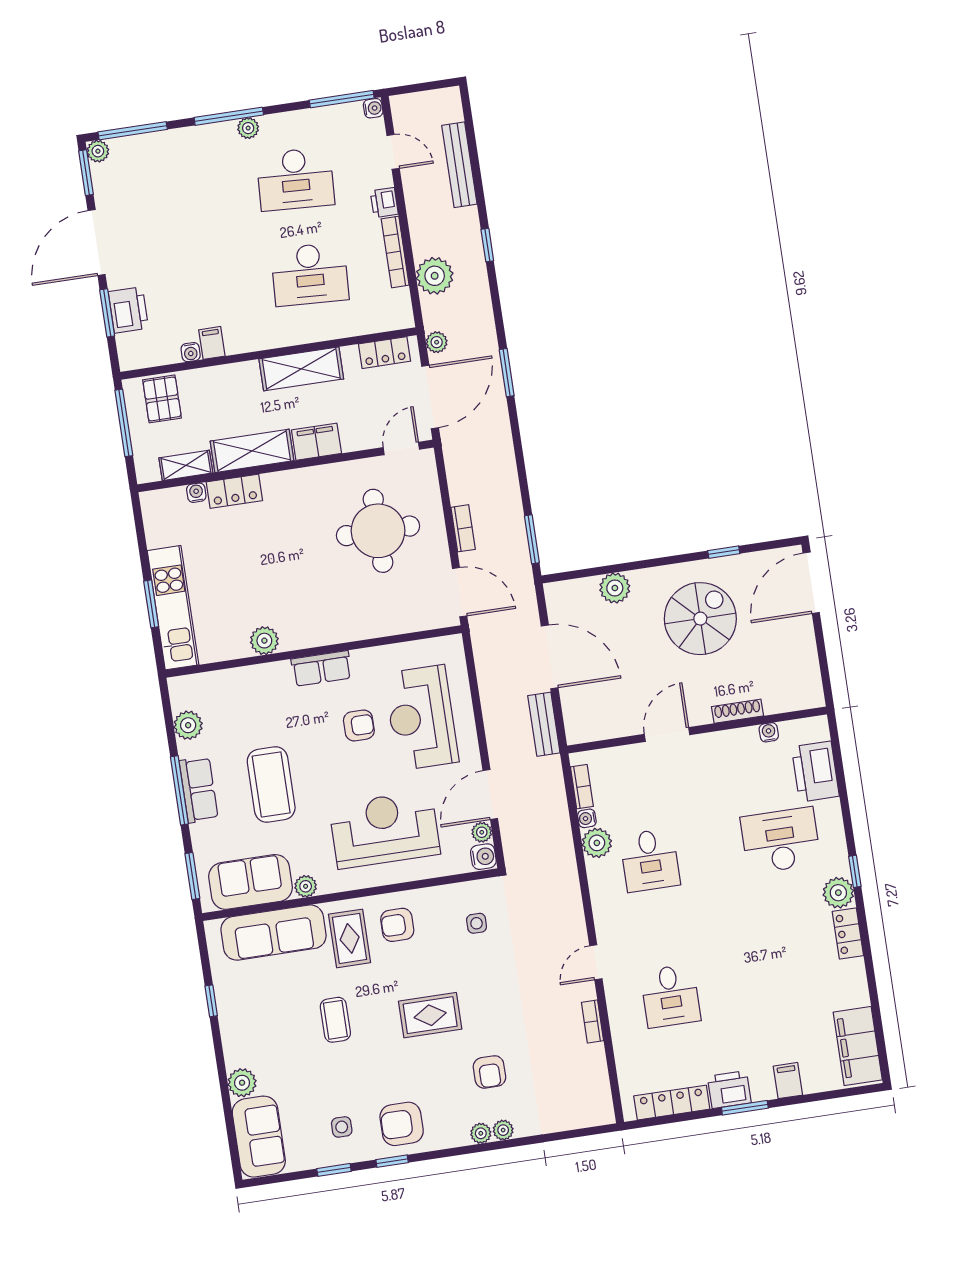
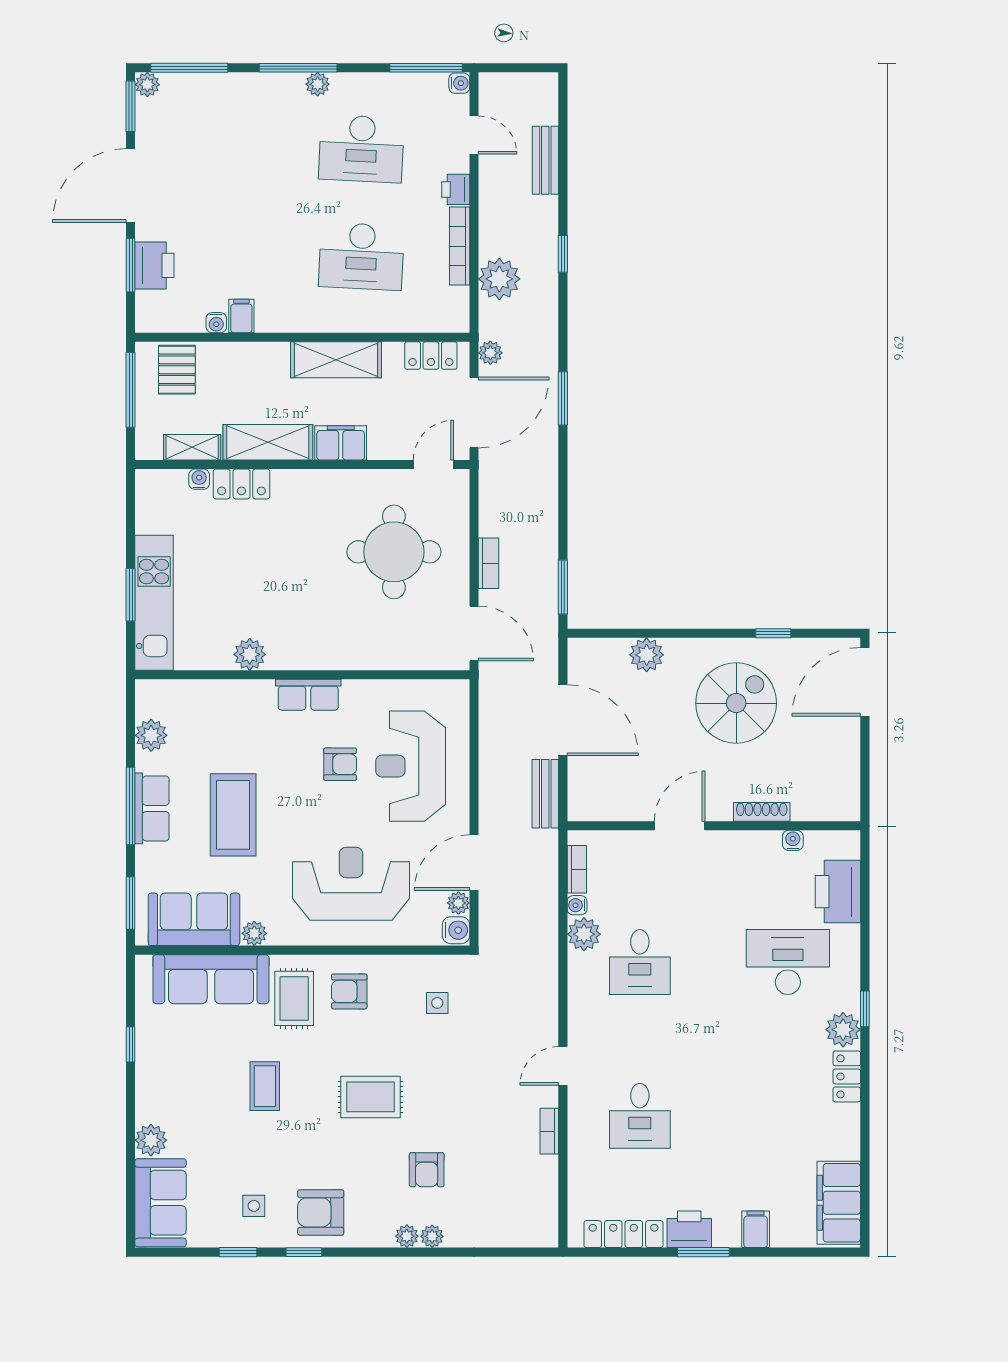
bench: (459, 165) -> (545, 160), width x0.73

